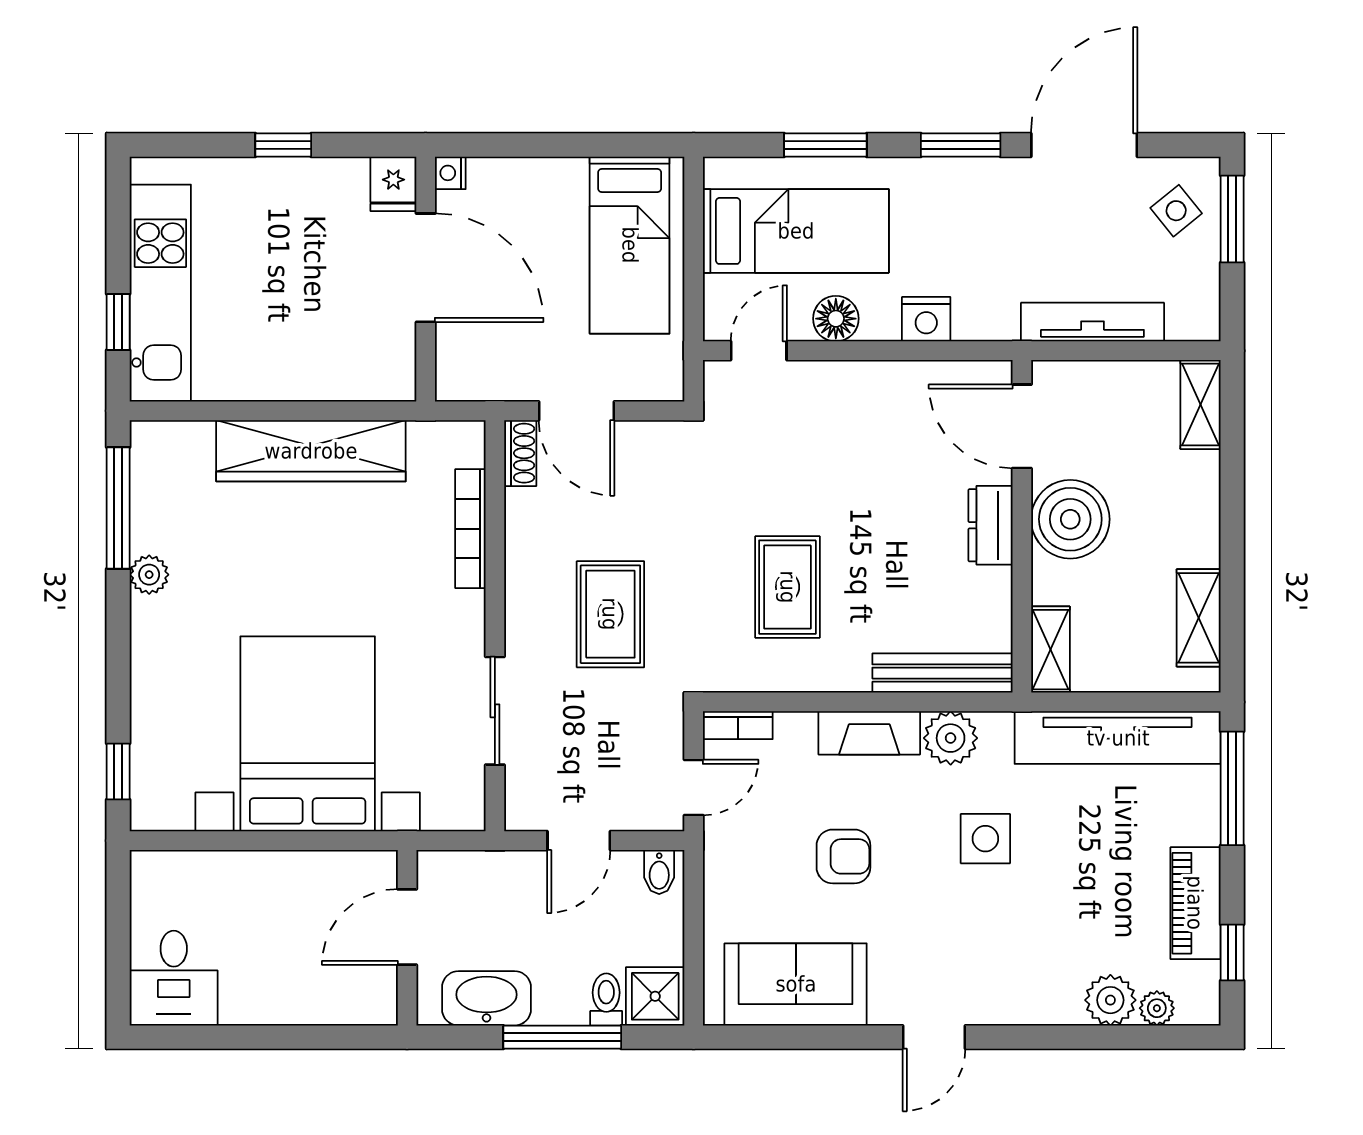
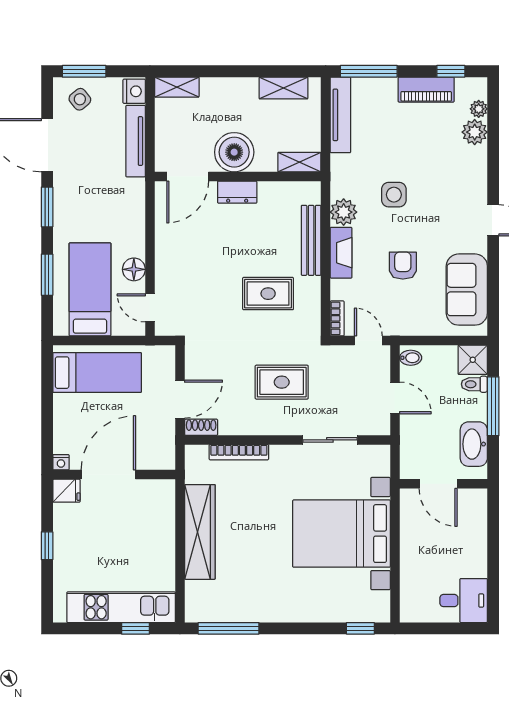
nightstand: (926, 319) -> (134, 91), moved
plant: (149, 575) -> (262, 613), removed
bench: (942, 673) -> (311, 240), moved
tv unit: (1118, 738) -> (340, 115), width x0.73, depth x0.78

